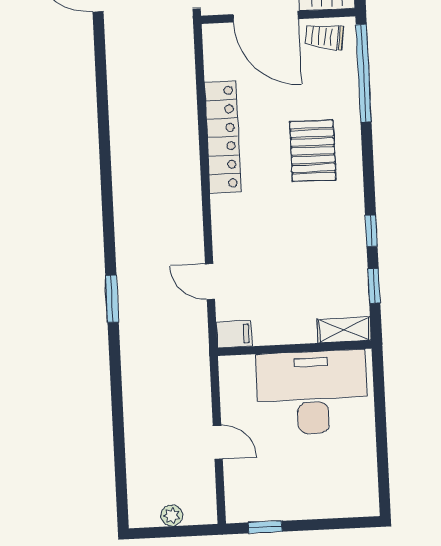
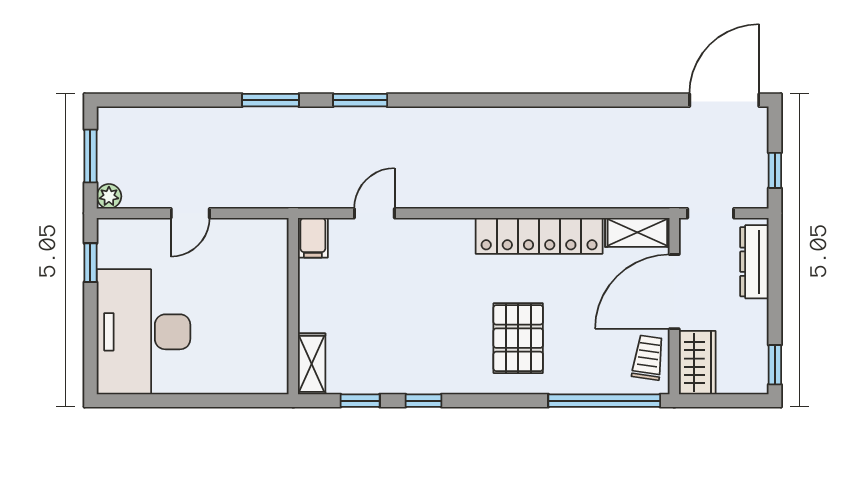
shelving: (215, 51) -> (637, 232), added
pallet: (313, 151) -> (518, 338), turned 90
window: (116, 377) -> (270, 100), added
desk: (312, 392) -> (144, 332), moved, turned 180
plant: (172, 515) -> (109, 196), moved
window: (172, 532) -> (90, 156), added

